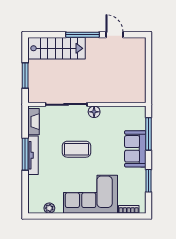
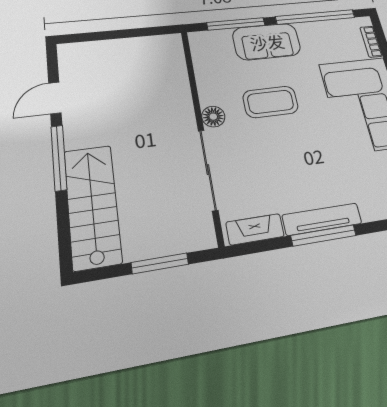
coffee table: (77, 149) -> (271, 102), moved, turned 90
window: (148, 181) -> (315, 17), width x2.11

